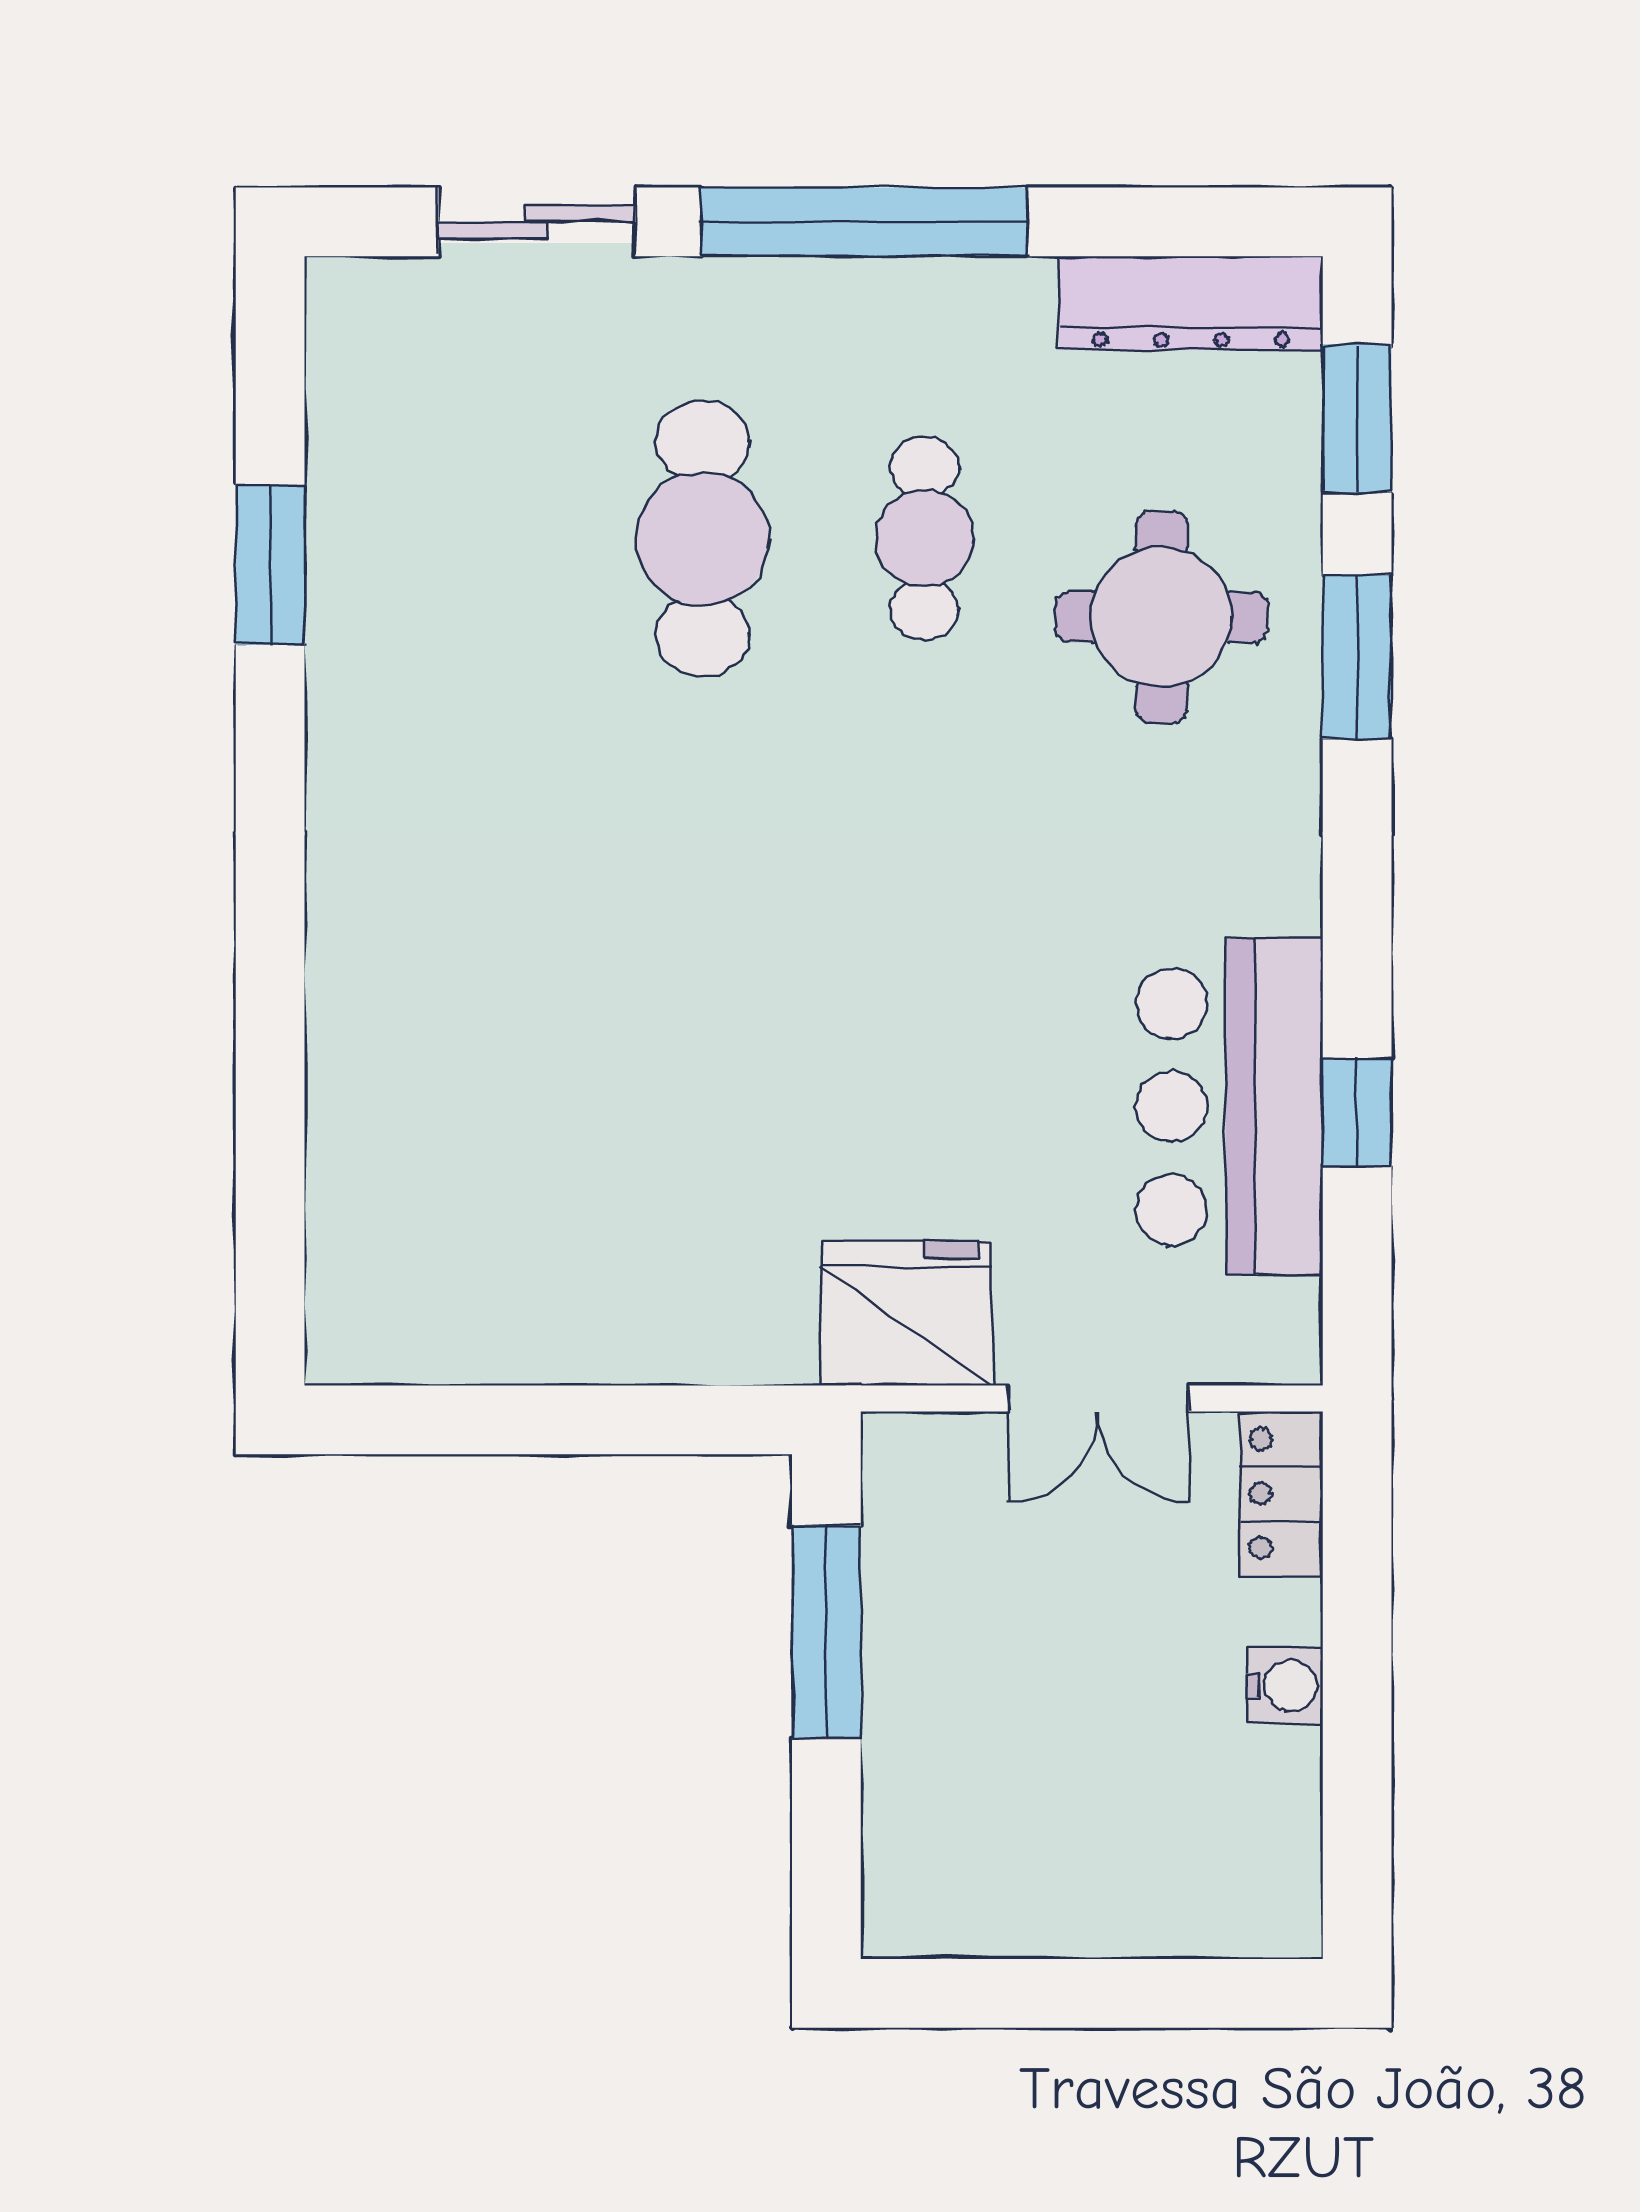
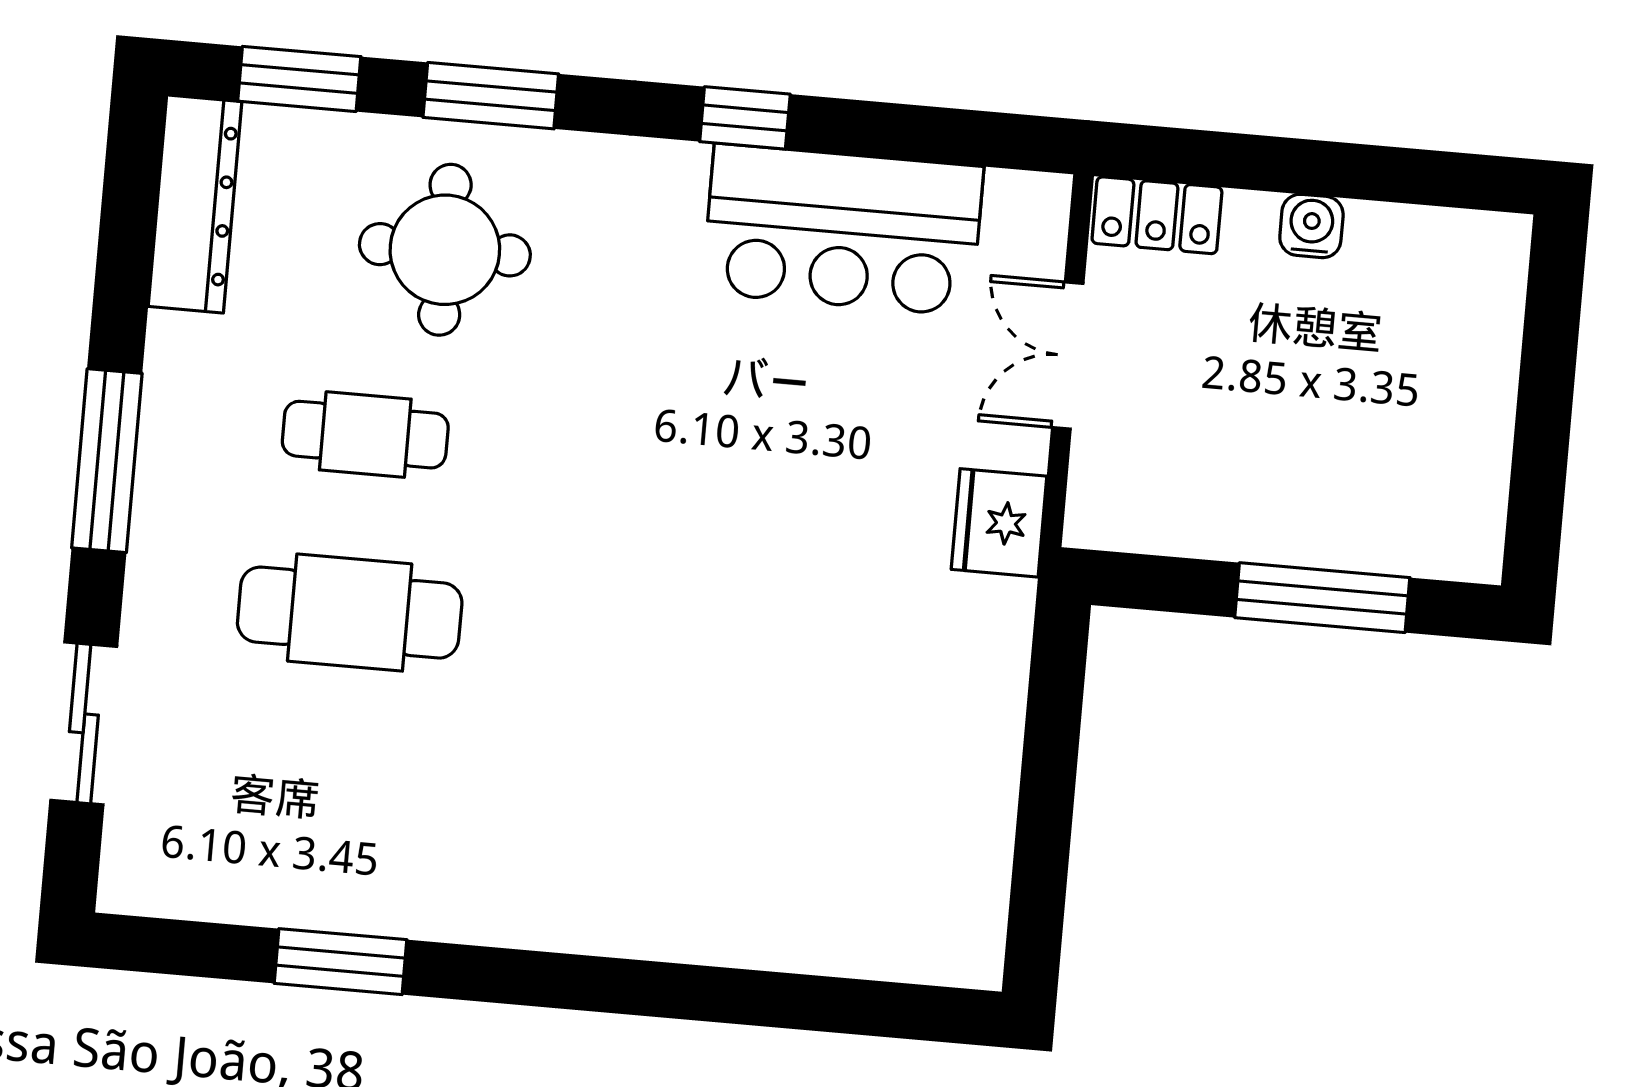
window: (864, 222) -> (107, 461), width x0.68
window: (1357, 1112) -> (745, 118), moved
fridge: (907, 1313) -> (999, 523), width x0.73, depth x0.75
double door: (1098, 1399) -> (1068, 355), swing flipped
window: (826, 1632) -> (1322, 598), moved

